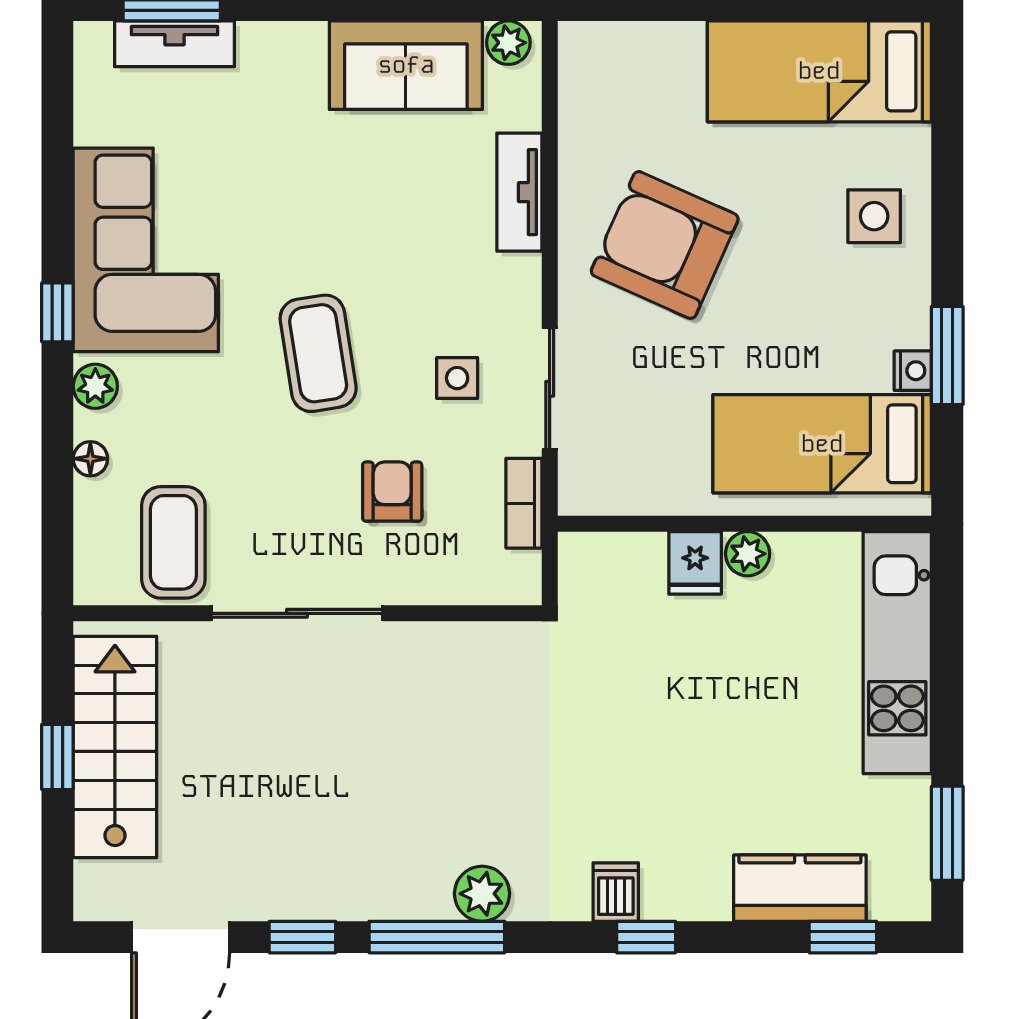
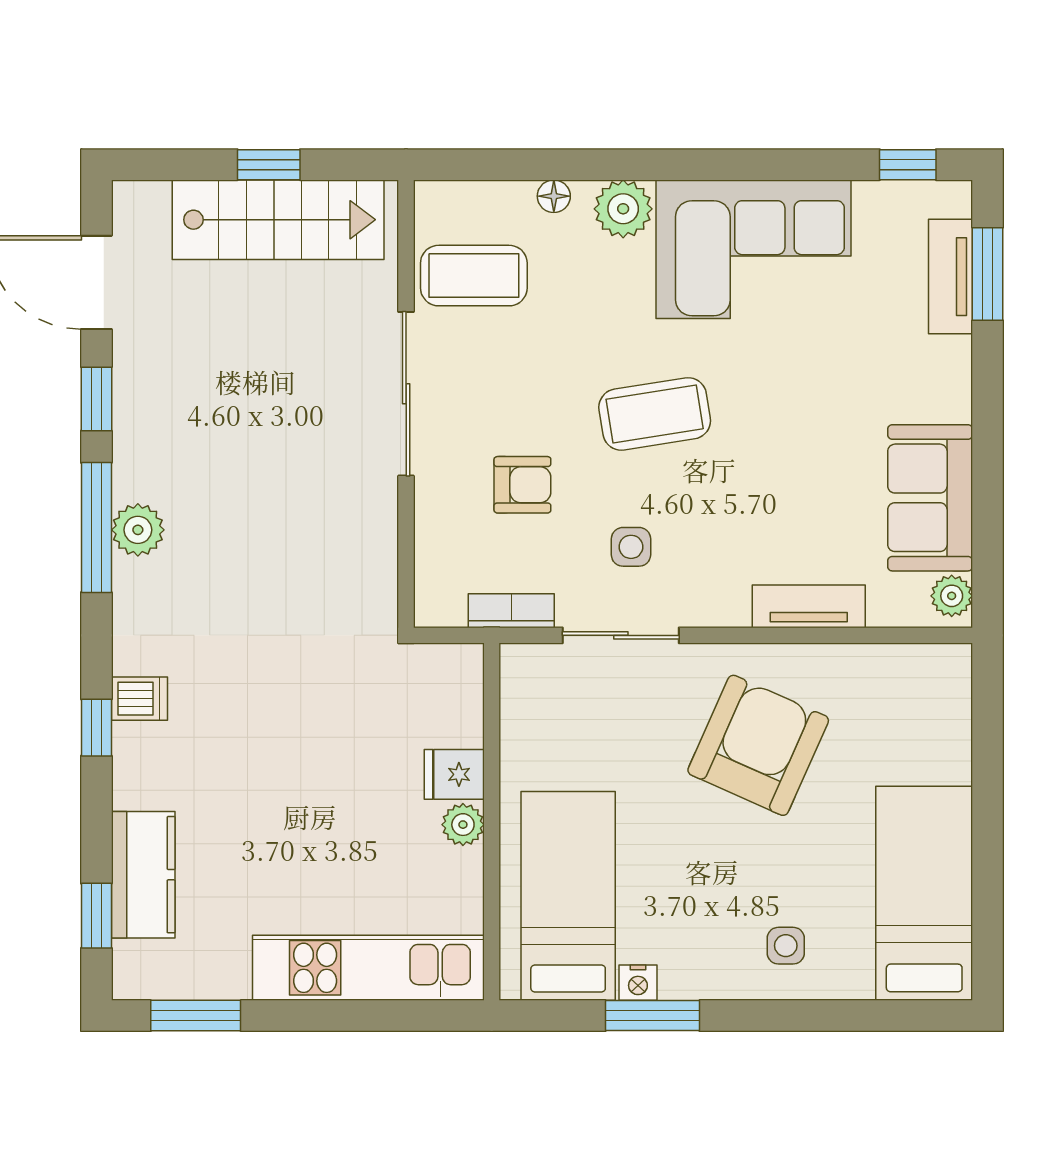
side table: (874, 216) -> (786, 946), width x0.73, depth x0.73
window: (57, 312) -> (908, 165), moved
plant: (95, 386) -> (623, 209), width x1.38, depth x1.38
plant: (482, 894) -> (138, 530), moved

